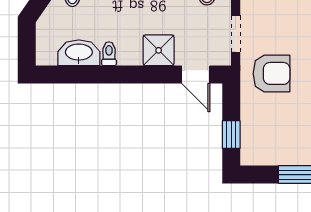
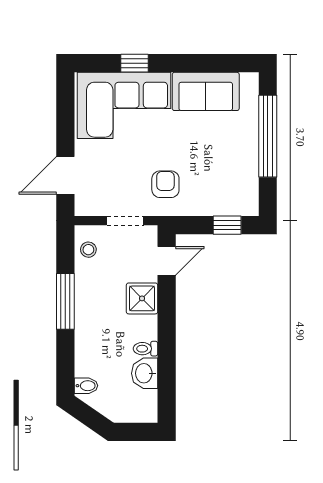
washbasin: (79, 53) -> (145, 373), width x0.72
armchair: (271, 73) -> (165, 184), width x0.72, depth x0.72

